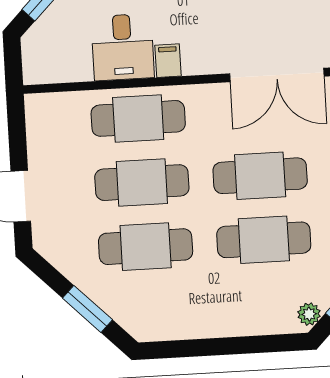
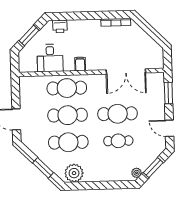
desk: (123, 47) -> (50, 58), moved
cafe table: (264, 240) -> (118, 141), width x0.73, depth x0.74
plant: (161, 319) -> (74, 173), added

